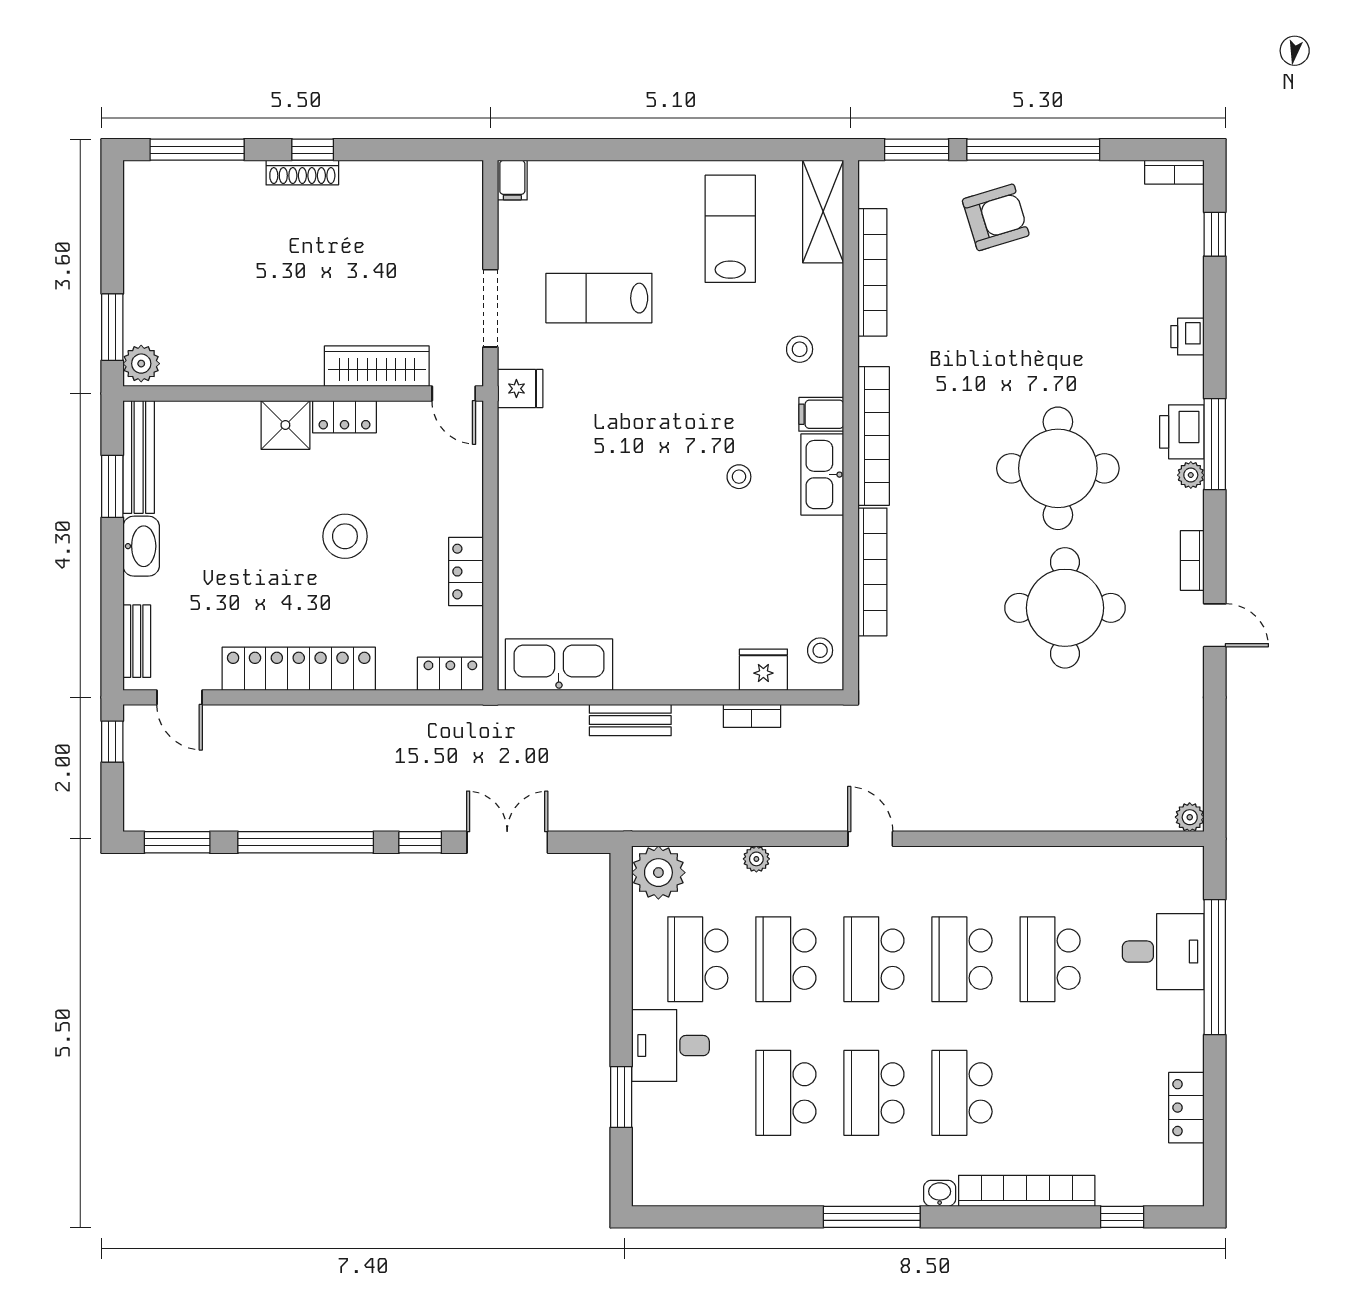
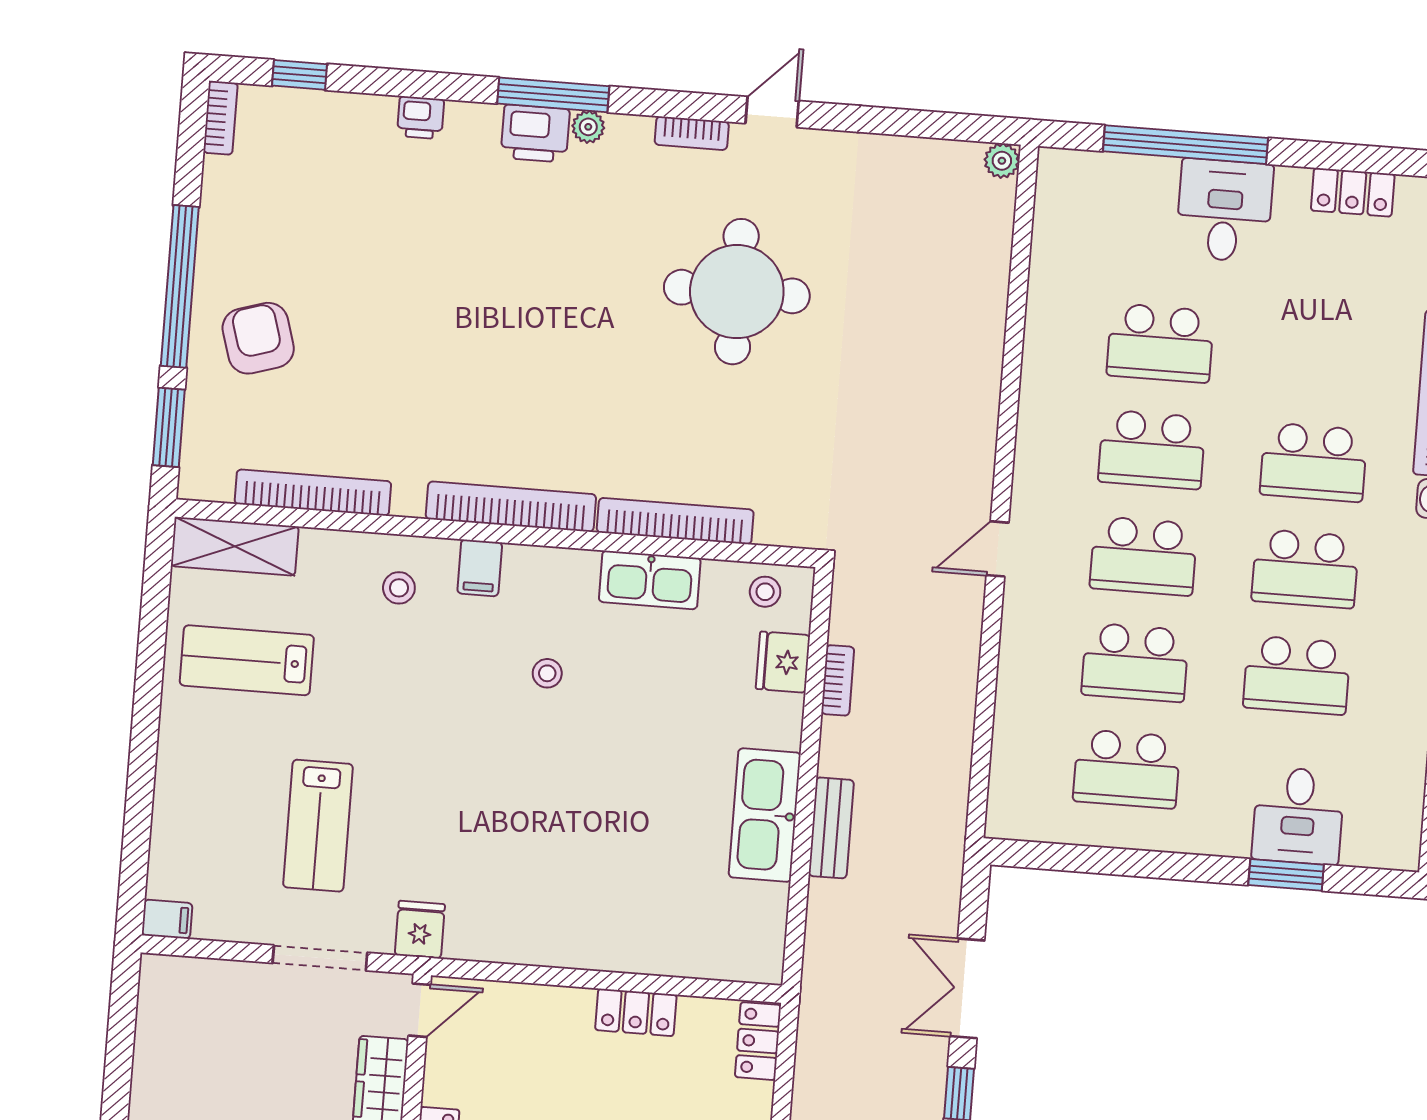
round table: (1058, 468) -> (567, 287), removed
kitchen sink: (822, 475) -> (650, 580), moved
kitchen sink: (559, 665) -> (765, 815), moved
plant: (756, 859) -> (1011, 689), removed
plant: (658, 873) -> (1018, 808), removed
desk: (1163, 952) -> (1224, 210), moved
desk: (670, 1046) -> (1298, 816), moved

